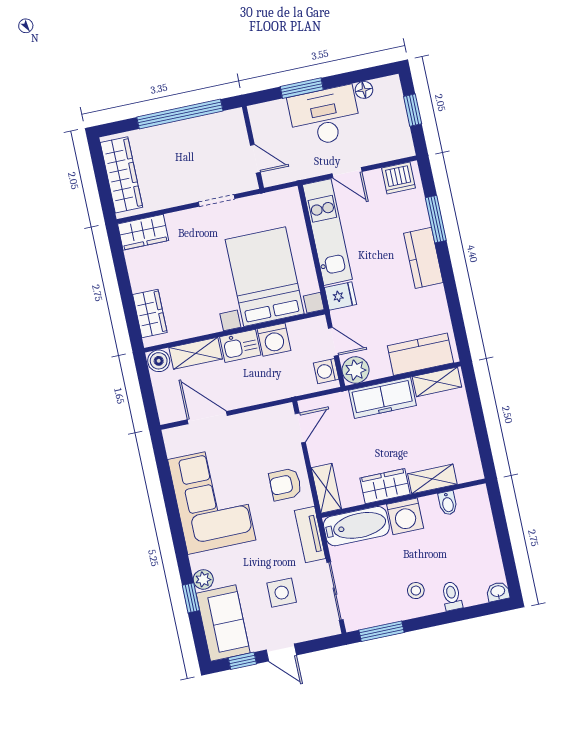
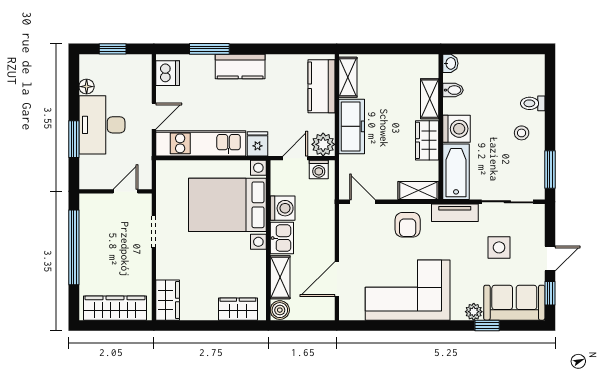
washbasin: (498, 592) -> (450, 63), moved, turned 180

